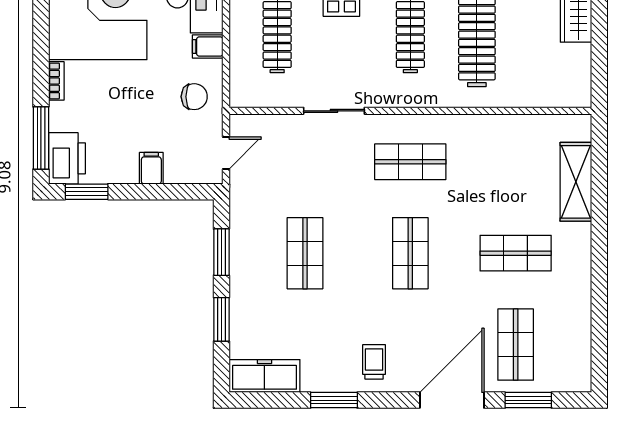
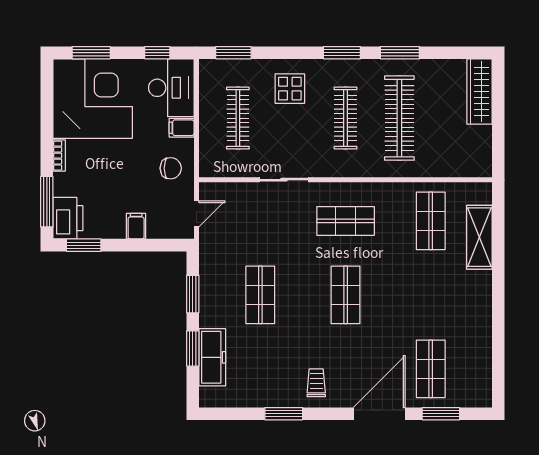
shop shelf: (516, 253) -> (431, 221), moved, turned 90
freezer: (264, 376) -> (212, 357), moved, turned 90

